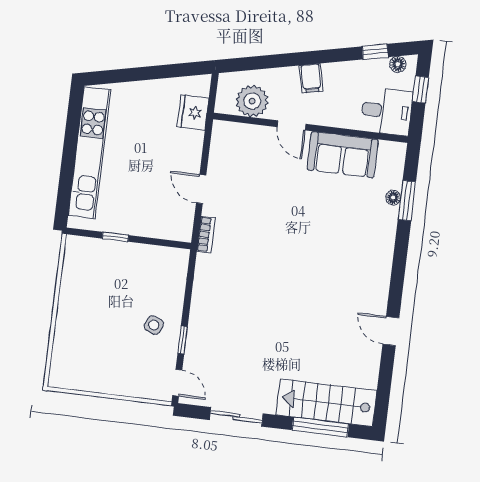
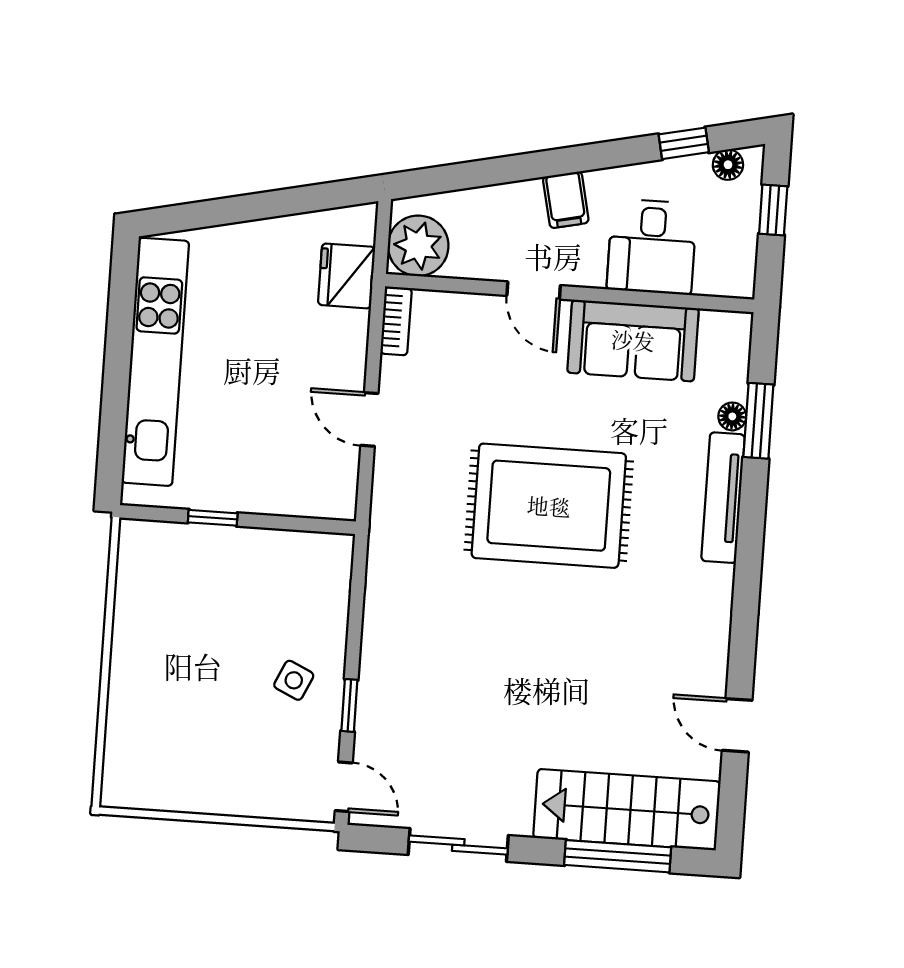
plant: (252, 101) -> (418, 246), moved
desk: (387, 111) -> (652, 247), moved, turned 90
bookcase: (206, 235) -> (396, 321), moved
rug: (294, 240) -> (549, 506), added
tv unit: (386, 240) -> (723, 498), added
door: (391, 331) -> (737, 725), moved

